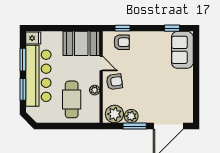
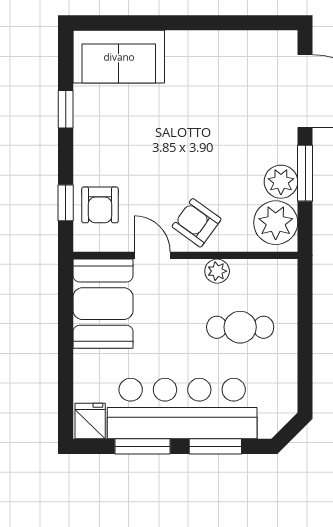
window: (172, 28) -> (66, 109), moved
armchair: (122, 42) -> (100, 205), turned 180
door: (101, 64) -> (152, 255), hinge flipped
armchair: (114, 82) -> (197, 223), turned -46
cafe table: (72, 99) -> (240, 327), width x0.73, depth x0.74

